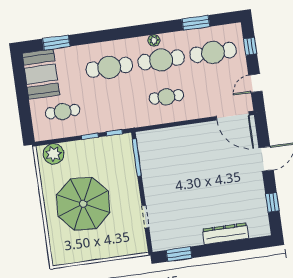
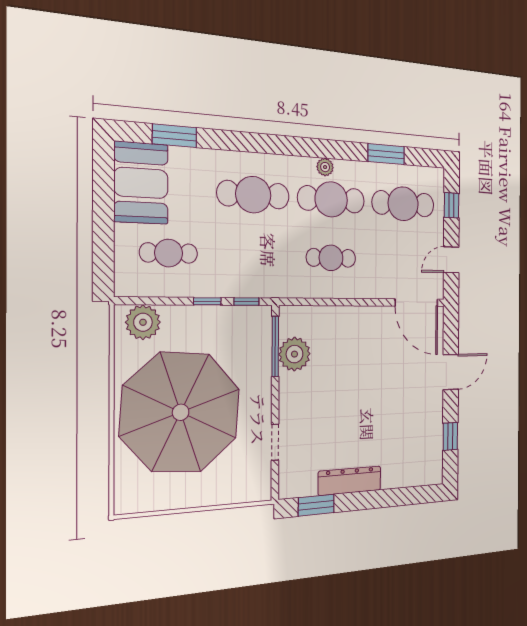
plant: (150, 161) -> (295, 354), added
parasol: (83, 204) -> (181, 412), width x1.36, depth x1.36
dresser: (225, 234) -> (350, 481), moved

